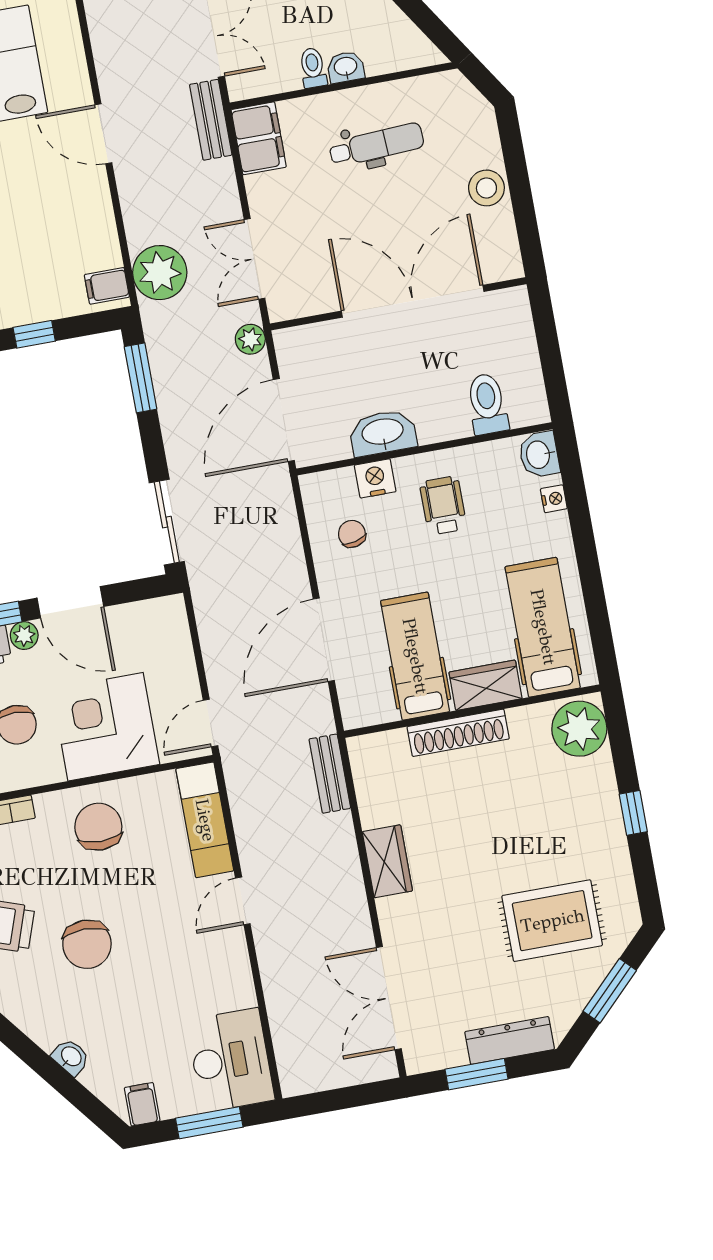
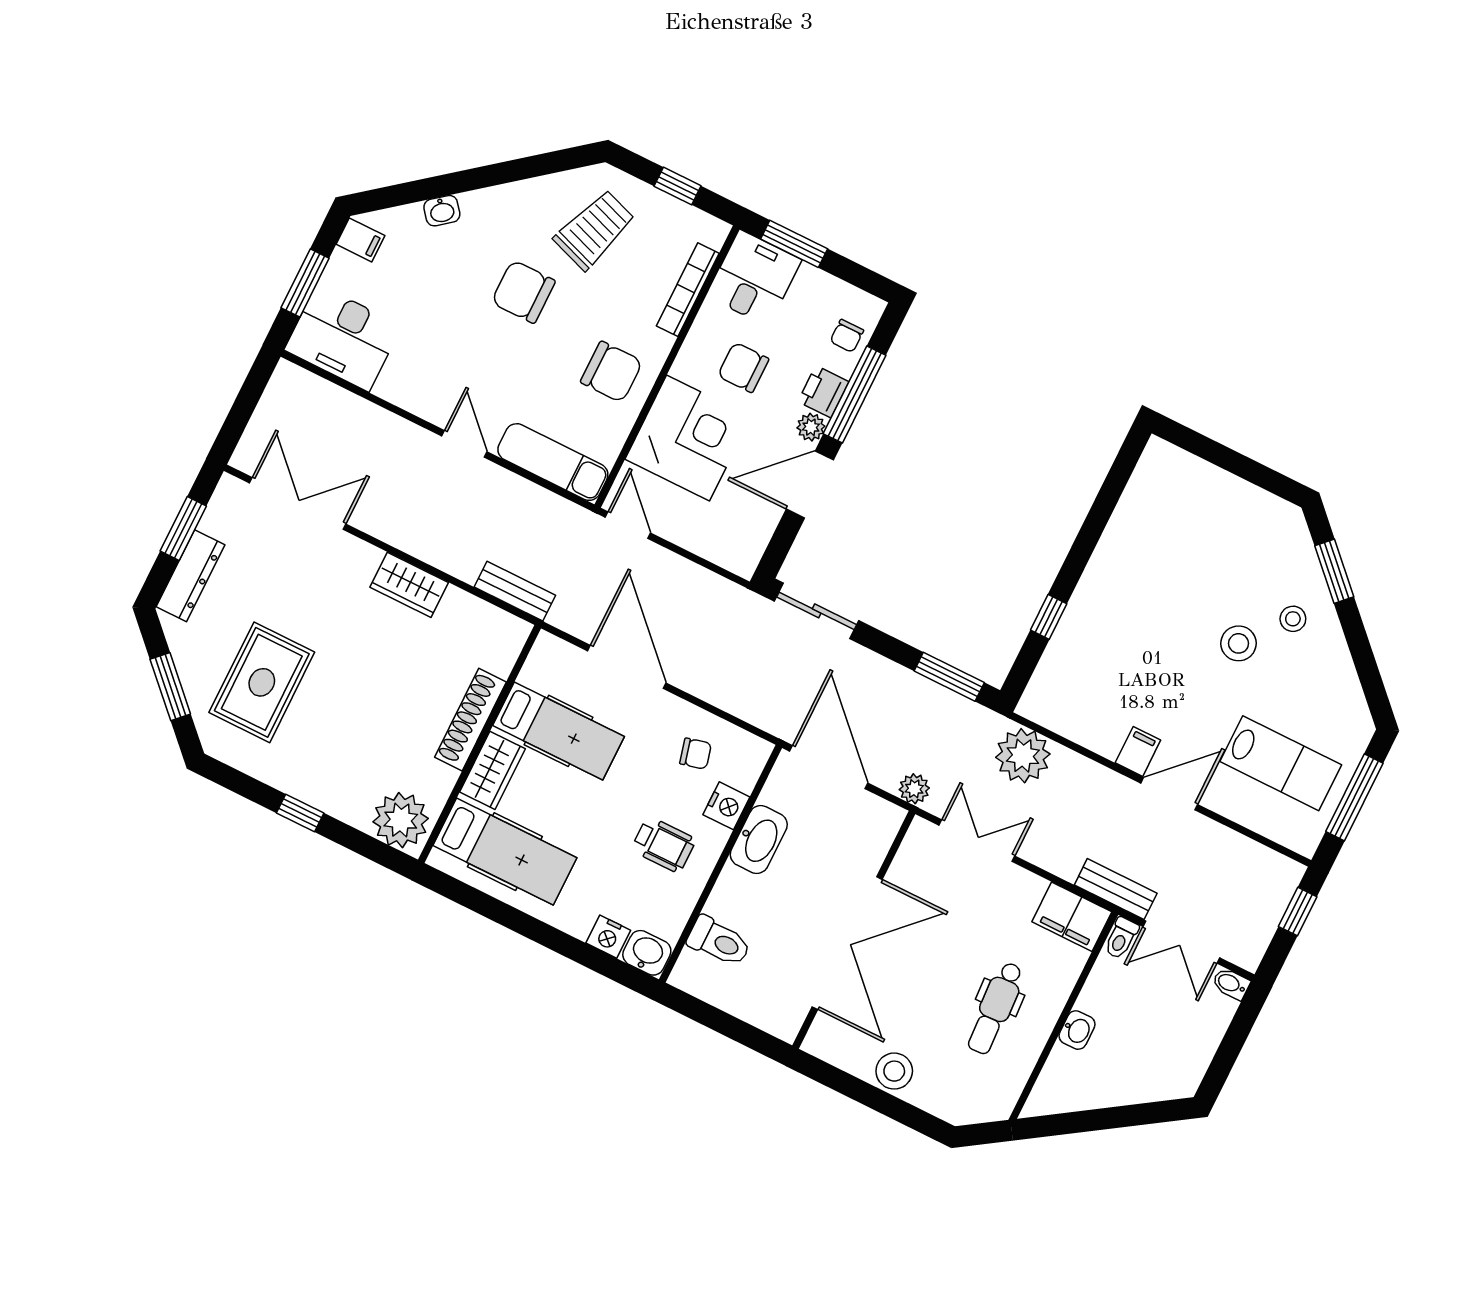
toilet: (313, 68) -> (1121, 938), moved, turned 90
filing cabinet: (107, 286) -> (1138, 751), moved
nightstand: (554, 499) -> (608, 937), width x1.39, depth x1.35

